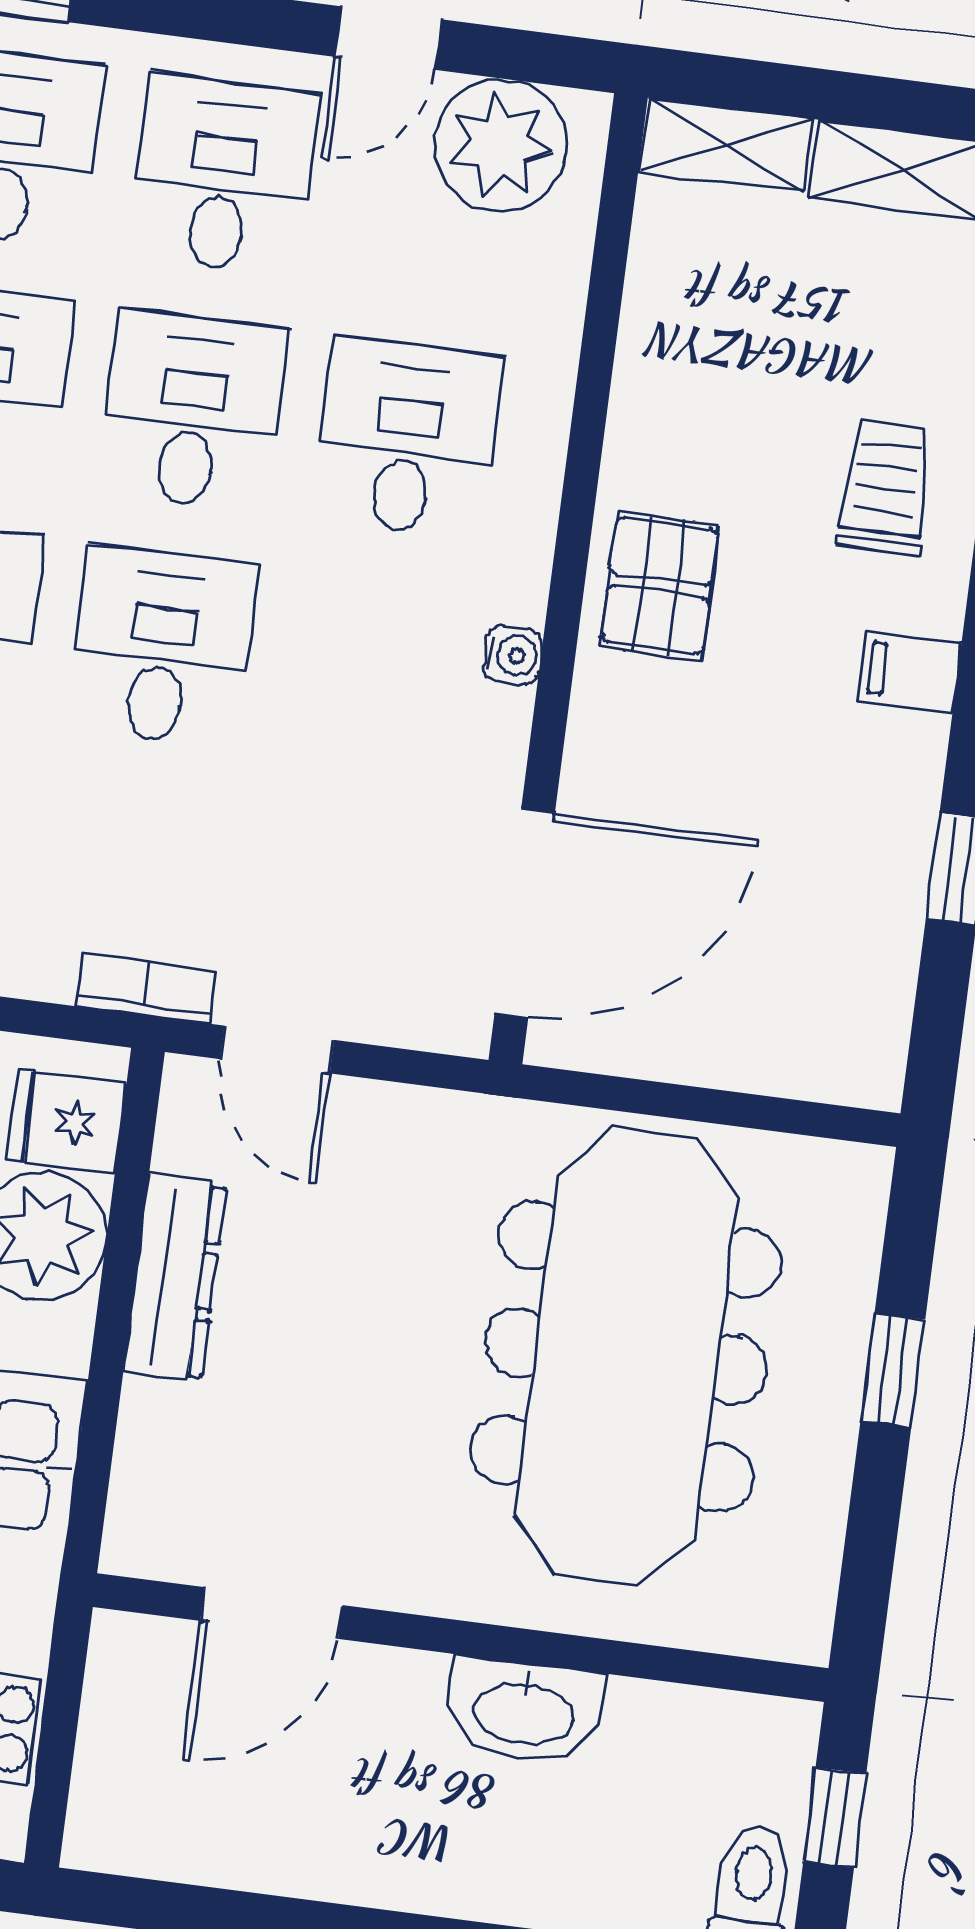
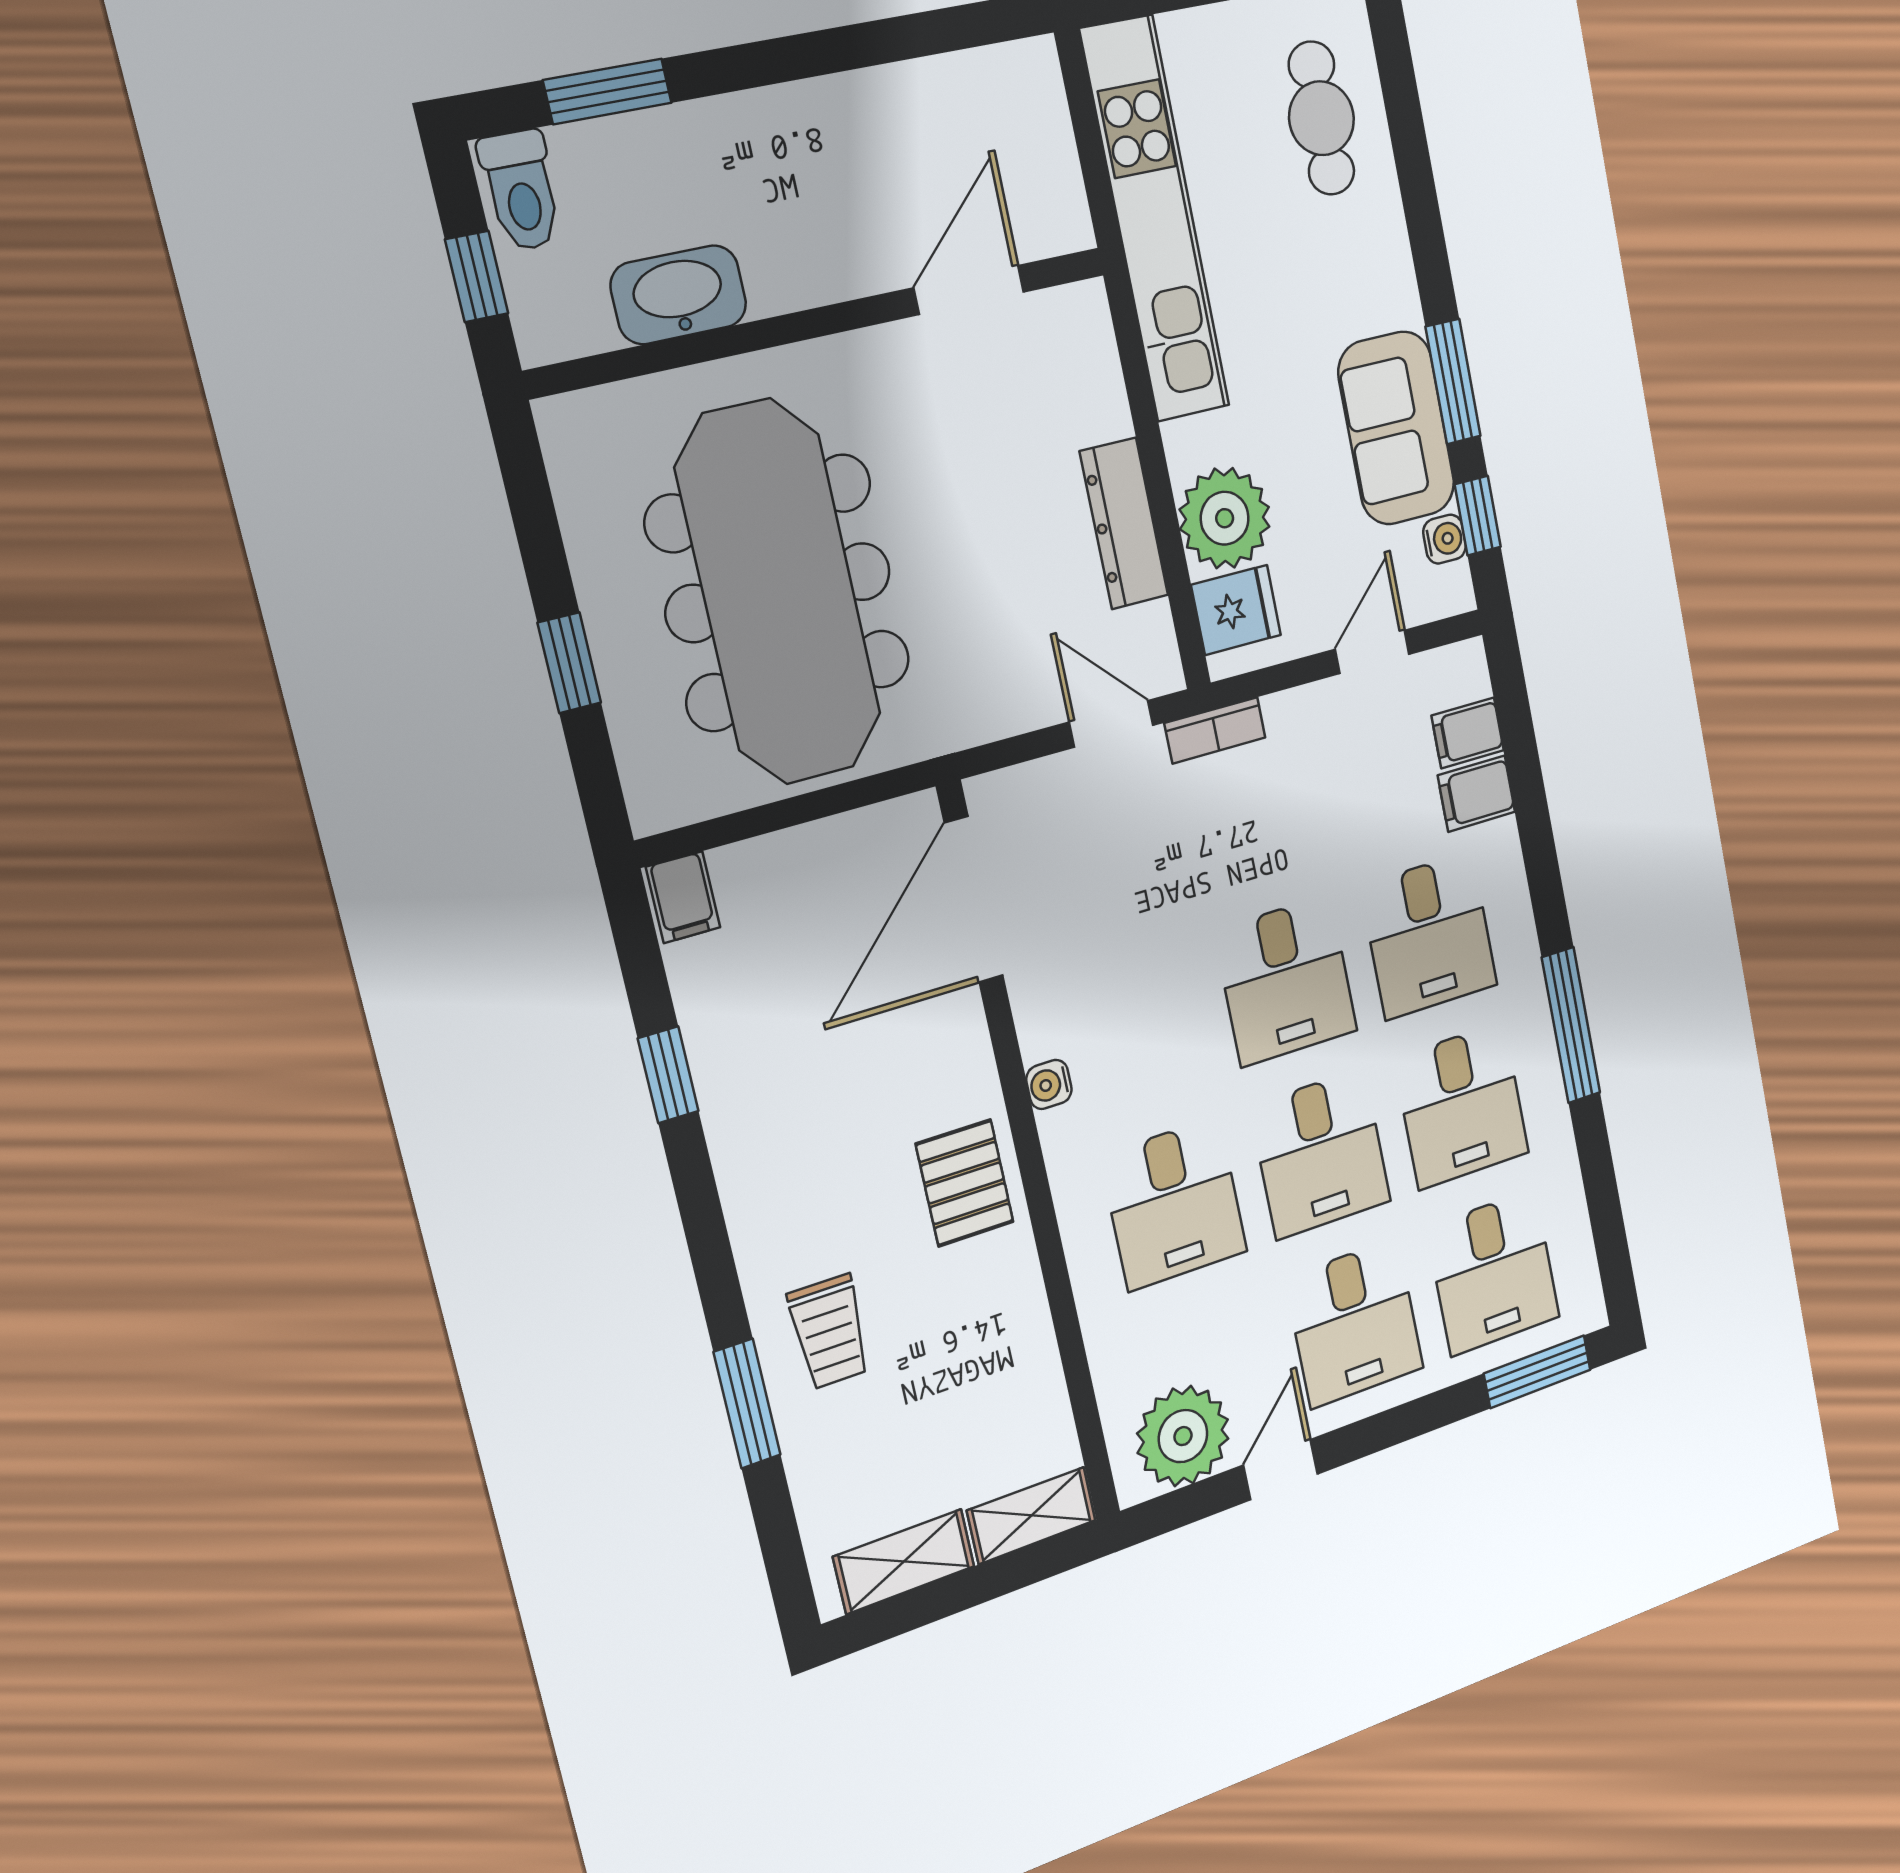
filing cabinet: (910, 673) -> (683, 897), moved, turned 90
washbasin: (524, 1711) -> (679, 295), moved

